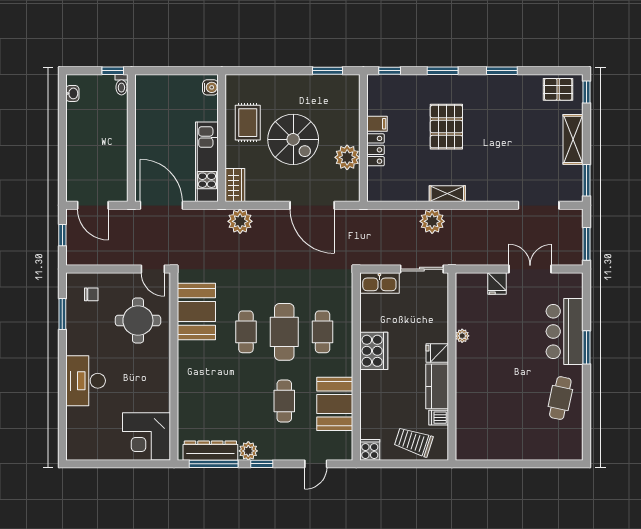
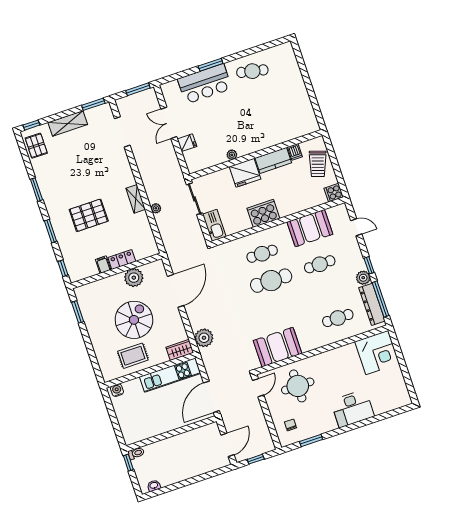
plant: (432, 221) -> (156, 208), width x0.53, depth x0.53
cafe table: (246, 332) -> (338, 318), moved
fridge: (437, 353) -> (245, 173), width x1.88, depth x1.34

